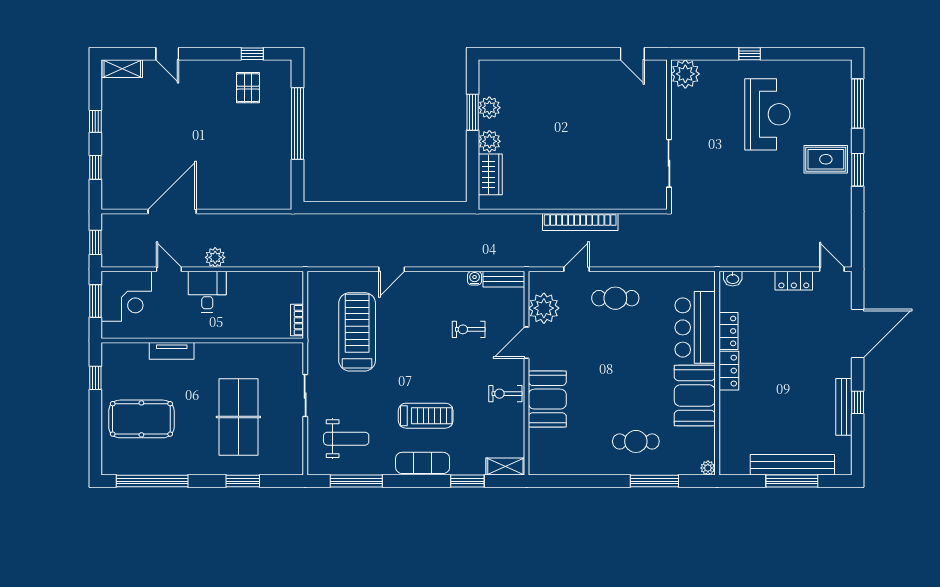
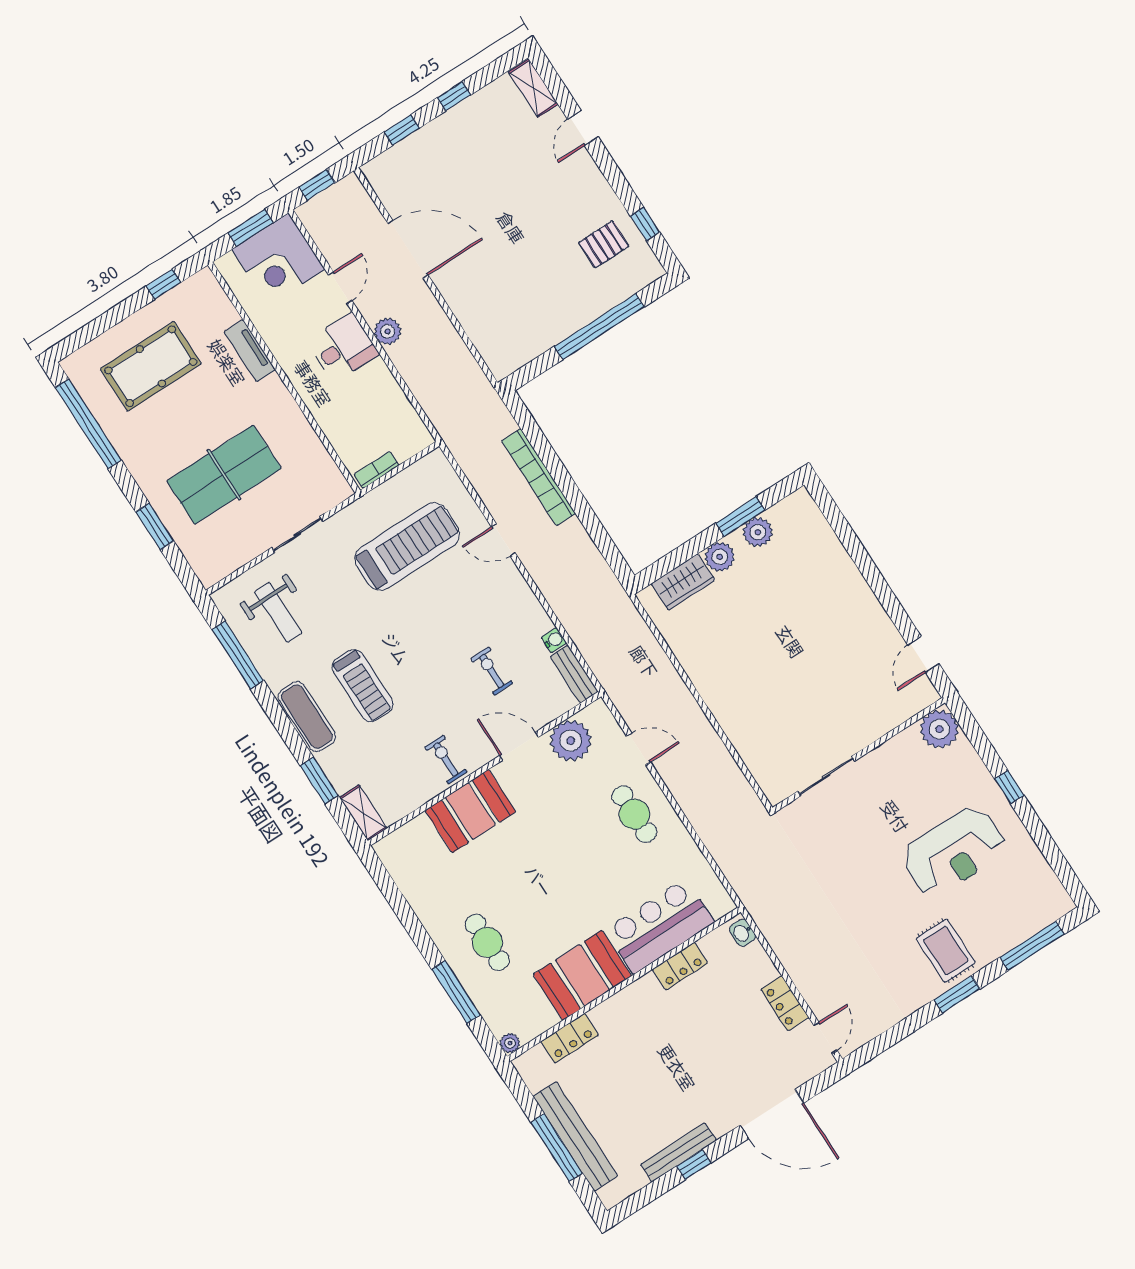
bookcase: (580, 222) -> (539, 477), moved
locker: (729, 371) -> (570, 1038), moved
pool table: (141, 419) -> (151, 366), turned 90

